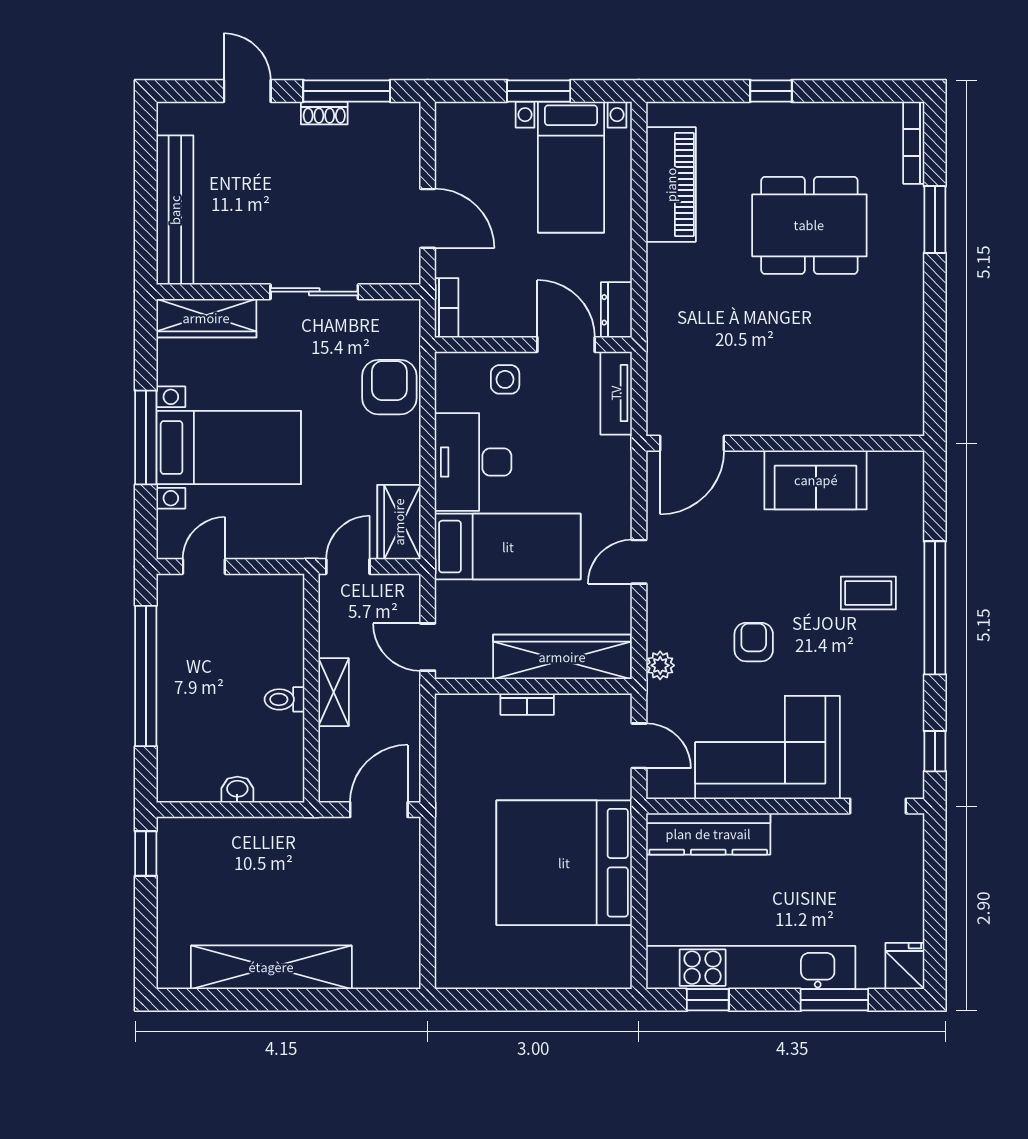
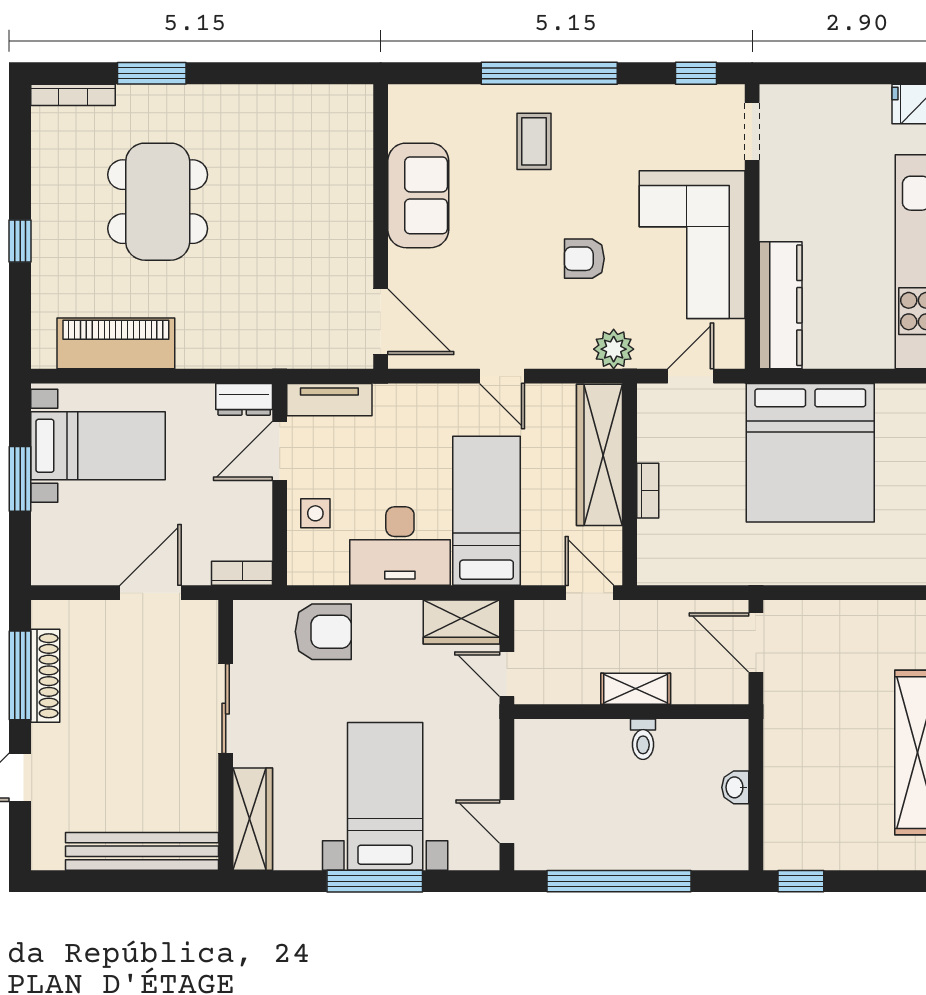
shoe rack: (324, 113) -> (45, 676), width x1.94, depth x1.24
armchair: (389, 387) -> (323, 632), turned 180
door: (428, 647) -> (589, 593), swing flipped
plant: (660, 665) -> (614, 349), width x1.38, depth x1.38

